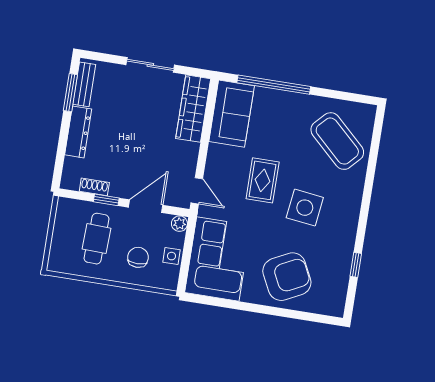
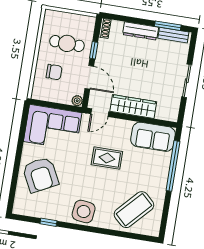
wardrobe: (193, 109) -> (133, 107), moved
shoe rack: (94, 187) -> (105, 28), moved
side table: (305, 208) -> (84, 212), moved
side table: (171, 256) -> (55, 95), removed

